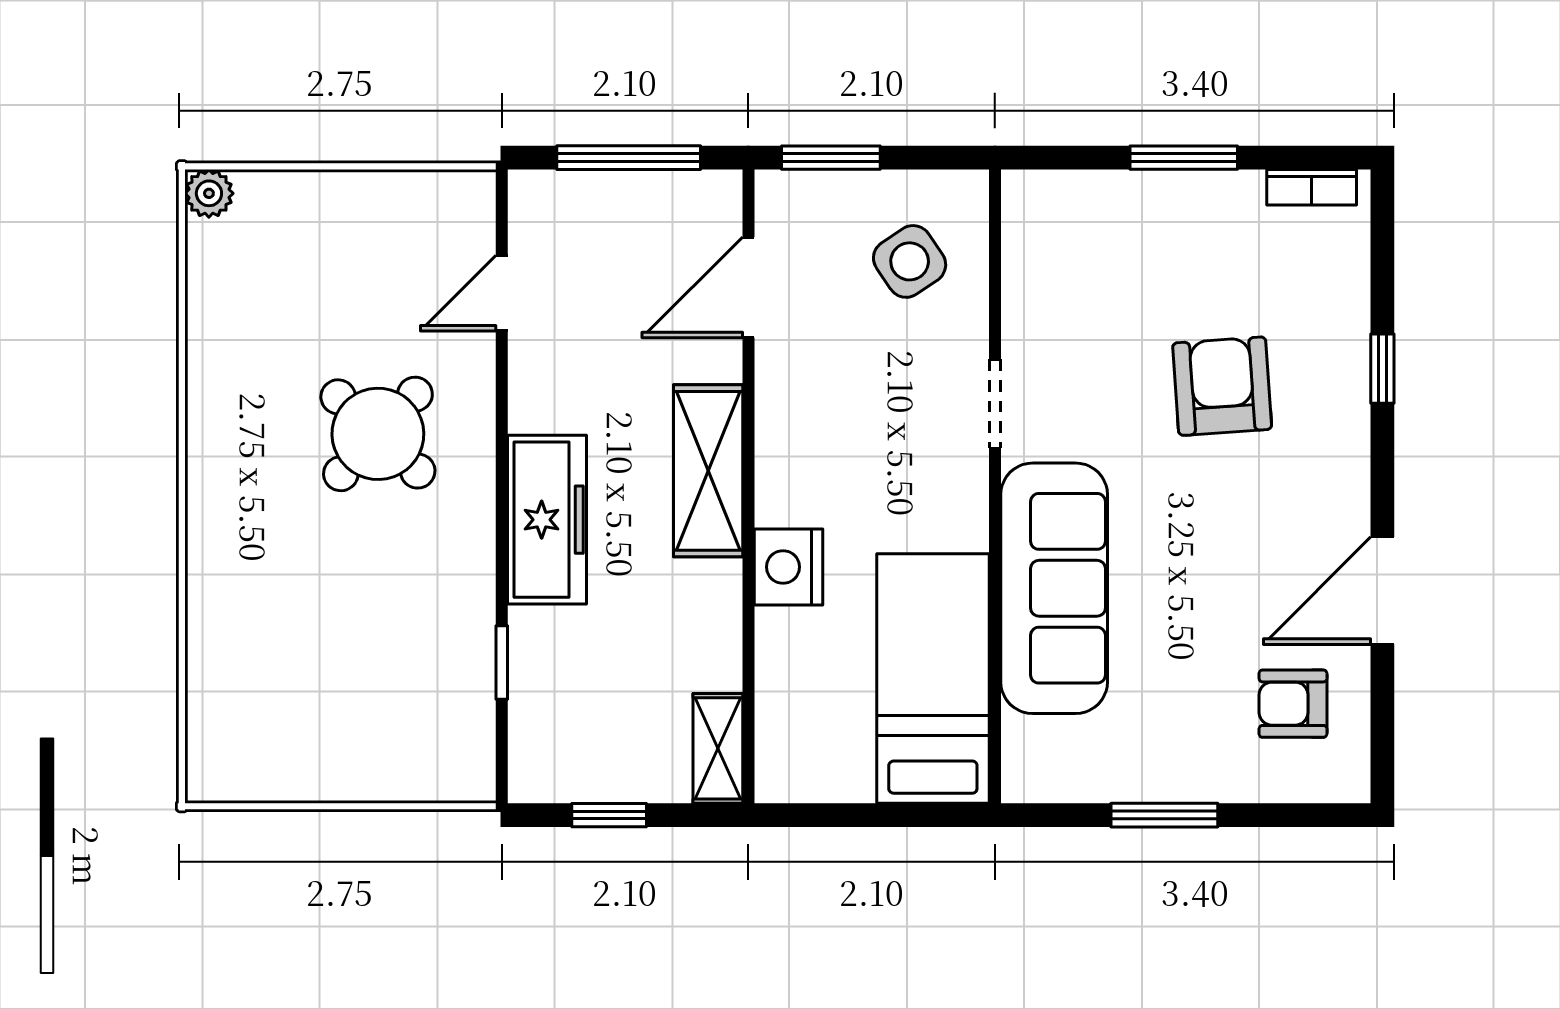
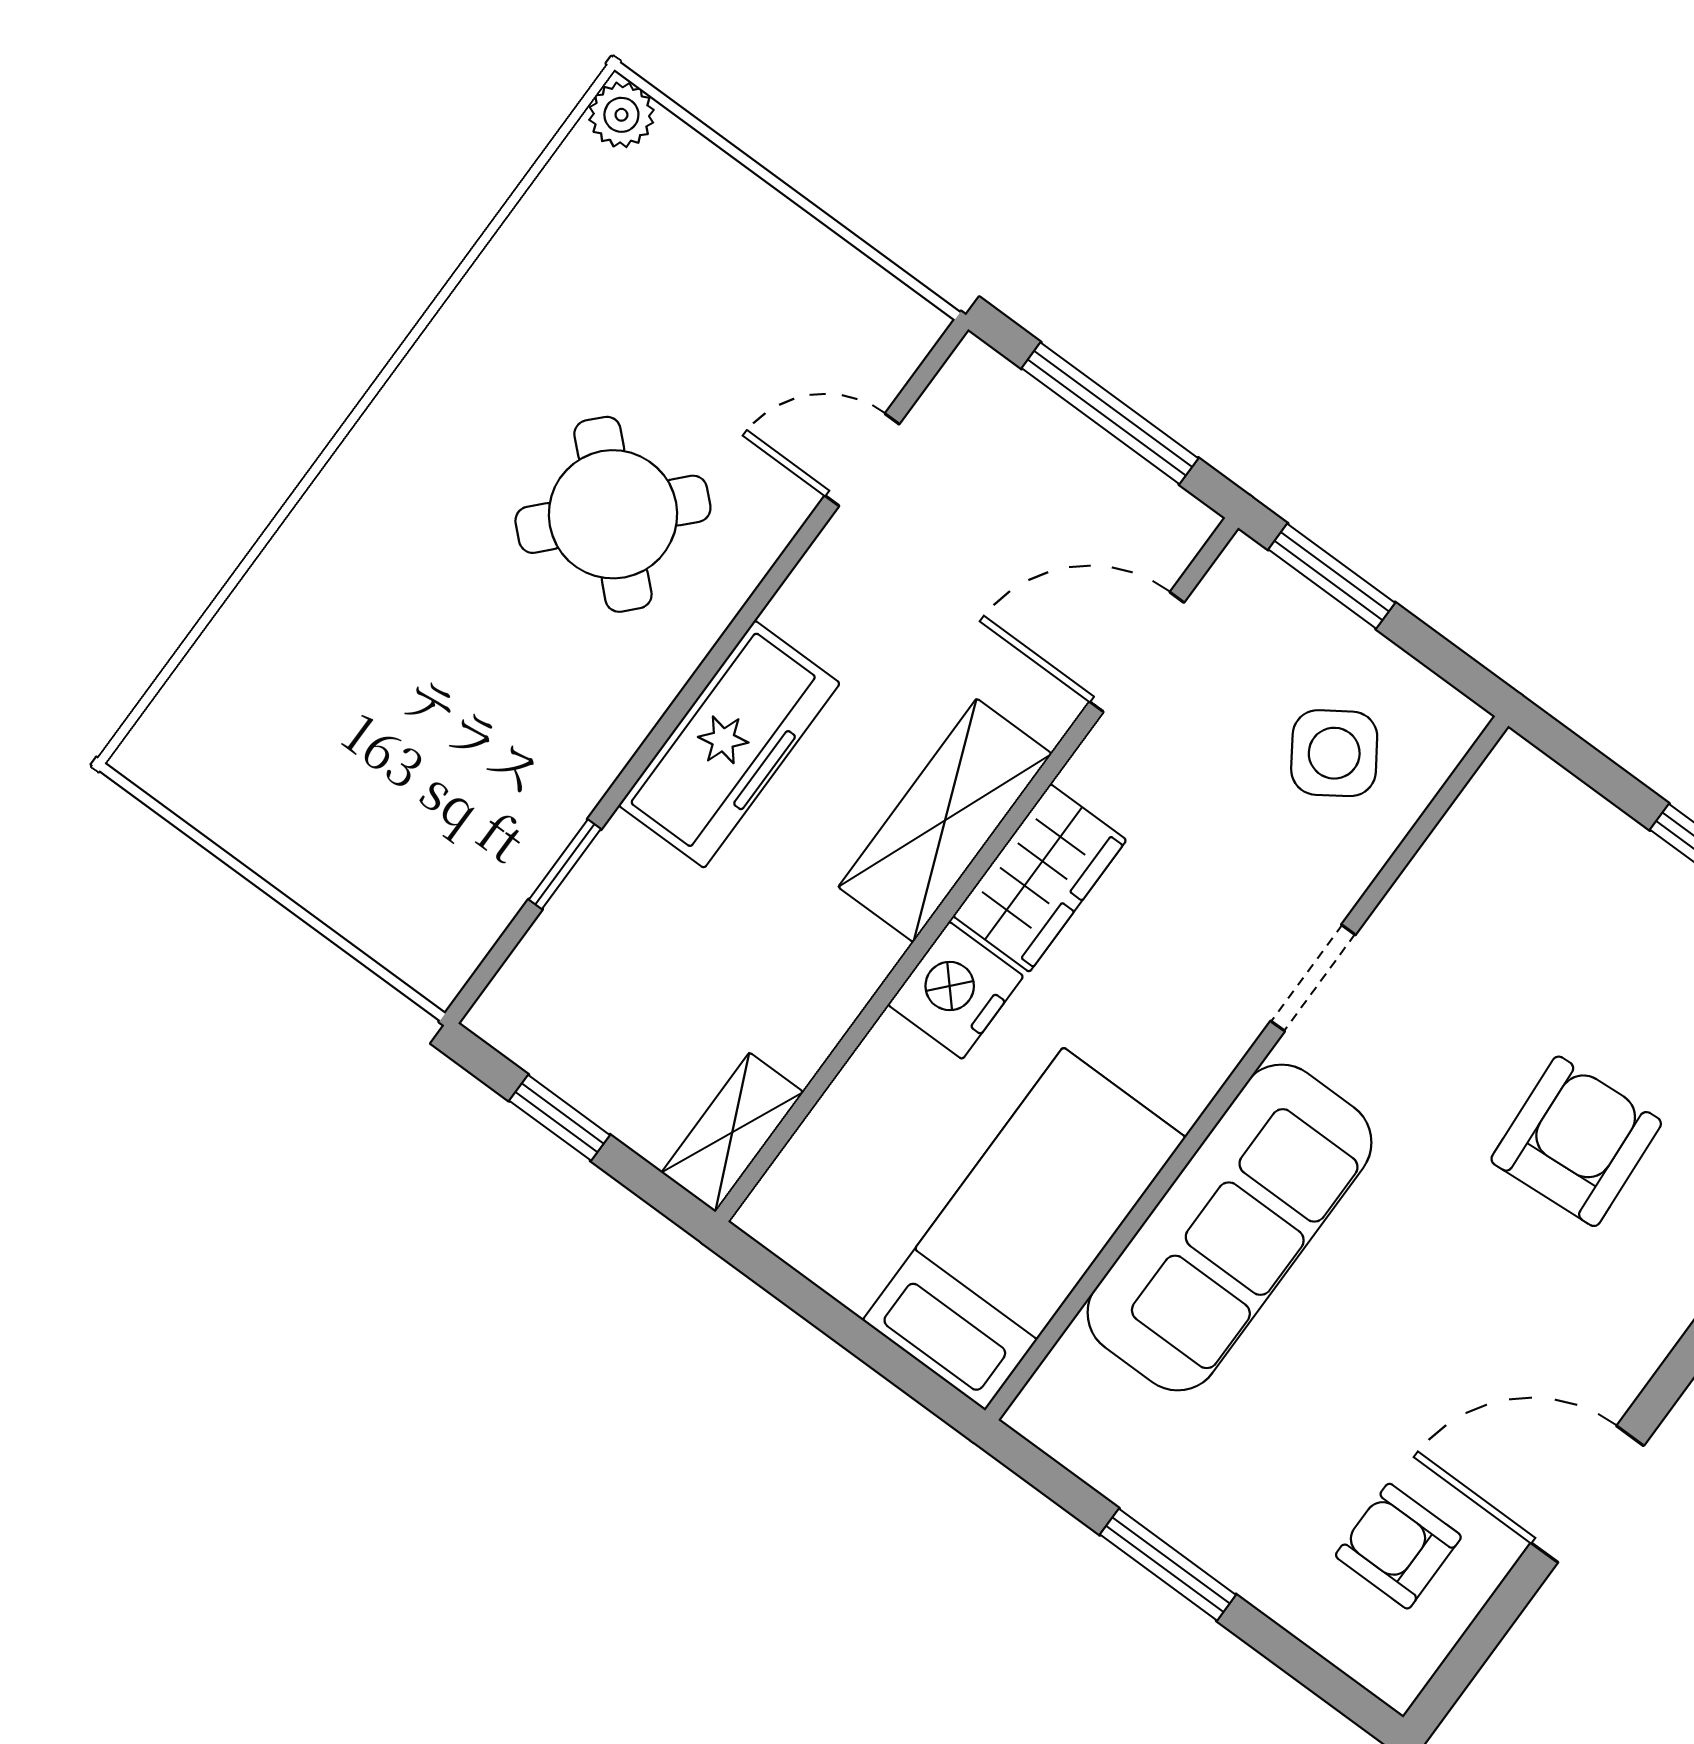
wardrobe: (789, 464) -> (1040, 878), added

